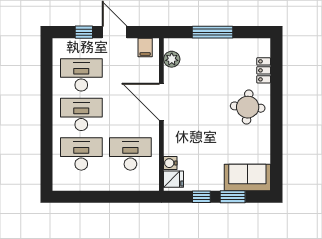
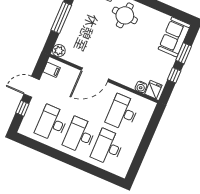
plant: (172, 59) -> (59, 51), moved

